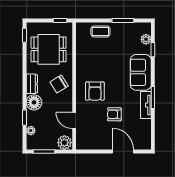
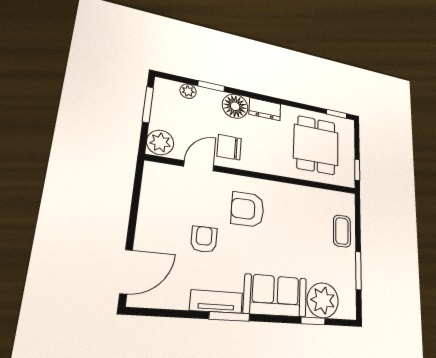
plant: (146, 39) -> (323, 300), width x1.87, depth x1.87
chair: (59, 84) -> (229, 147), moved, turned -58
door: (123, 151) -> (126, 272), moved

